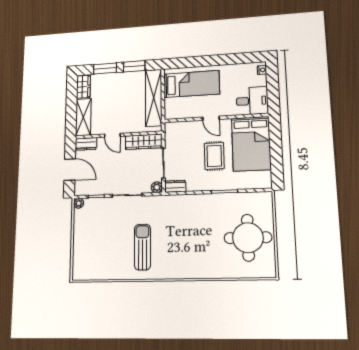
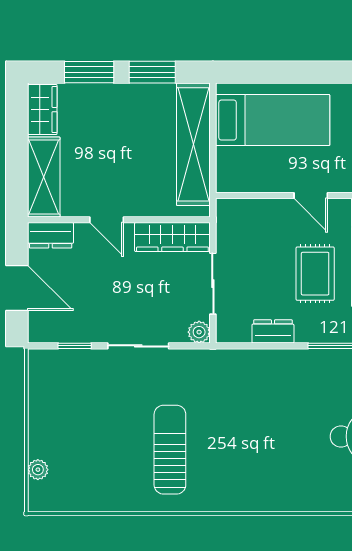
dresser: (175, 186) -> (273, 331), moved
plant: (79, 203) -> (38, 470), moved

